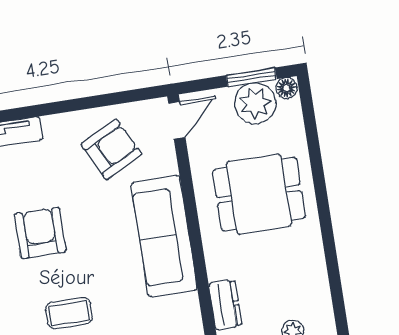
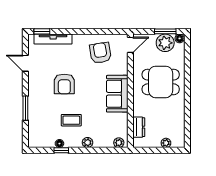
armchair: (111, 149) -> (100, 53), turned -72
armchair: (40, 233) -> (64, 84), turned 180
sofa: (164, 236) -> (117, 94), width x0.73

